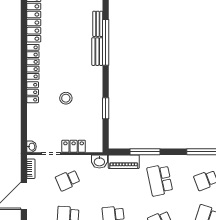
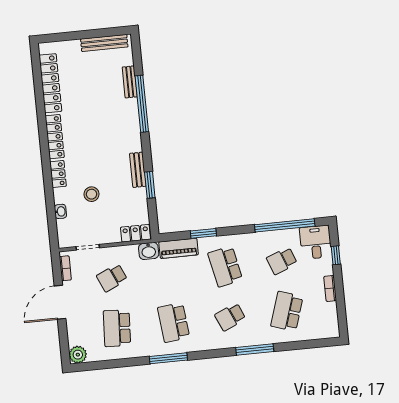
bench: (97, 52) -> (138, 170), moved
stool: (66, 98) -> (92, 194), moved
locker: (74, 146) -> (136, 233), moved
washbasin: (32, 147) -> (60, 211), moved
window: (145, 152) -> (203, 233), width x0.69

